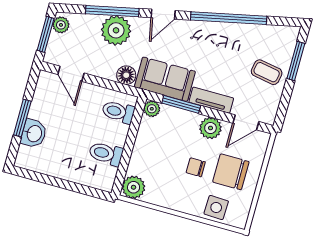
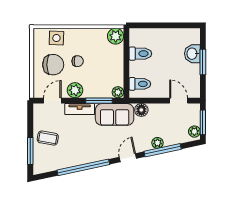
plant: (116, 30) -> (157, 143), width x0.53, depth x0.53

